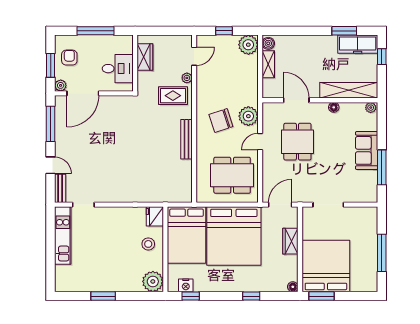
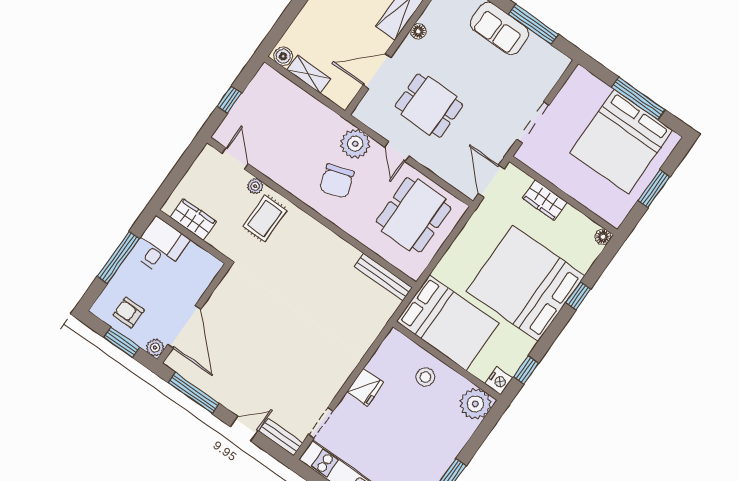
plant: (248, 45) -> (268, 82), removed
desk: (118, 69) -> (160, 246), moved
bench: (187, 139) -> (383, 277), moved
fridge: (155, 216) -> (365, 387), moved, turned -90
bed: (234, 236) -> (526, 283), moved, turned 180
bed: (326, 266) -> (621, 141), moved, turned -90
nightstand: (186, 285) -> (499, 381), moved
window: (322, 296) -> (654, 189), moved

